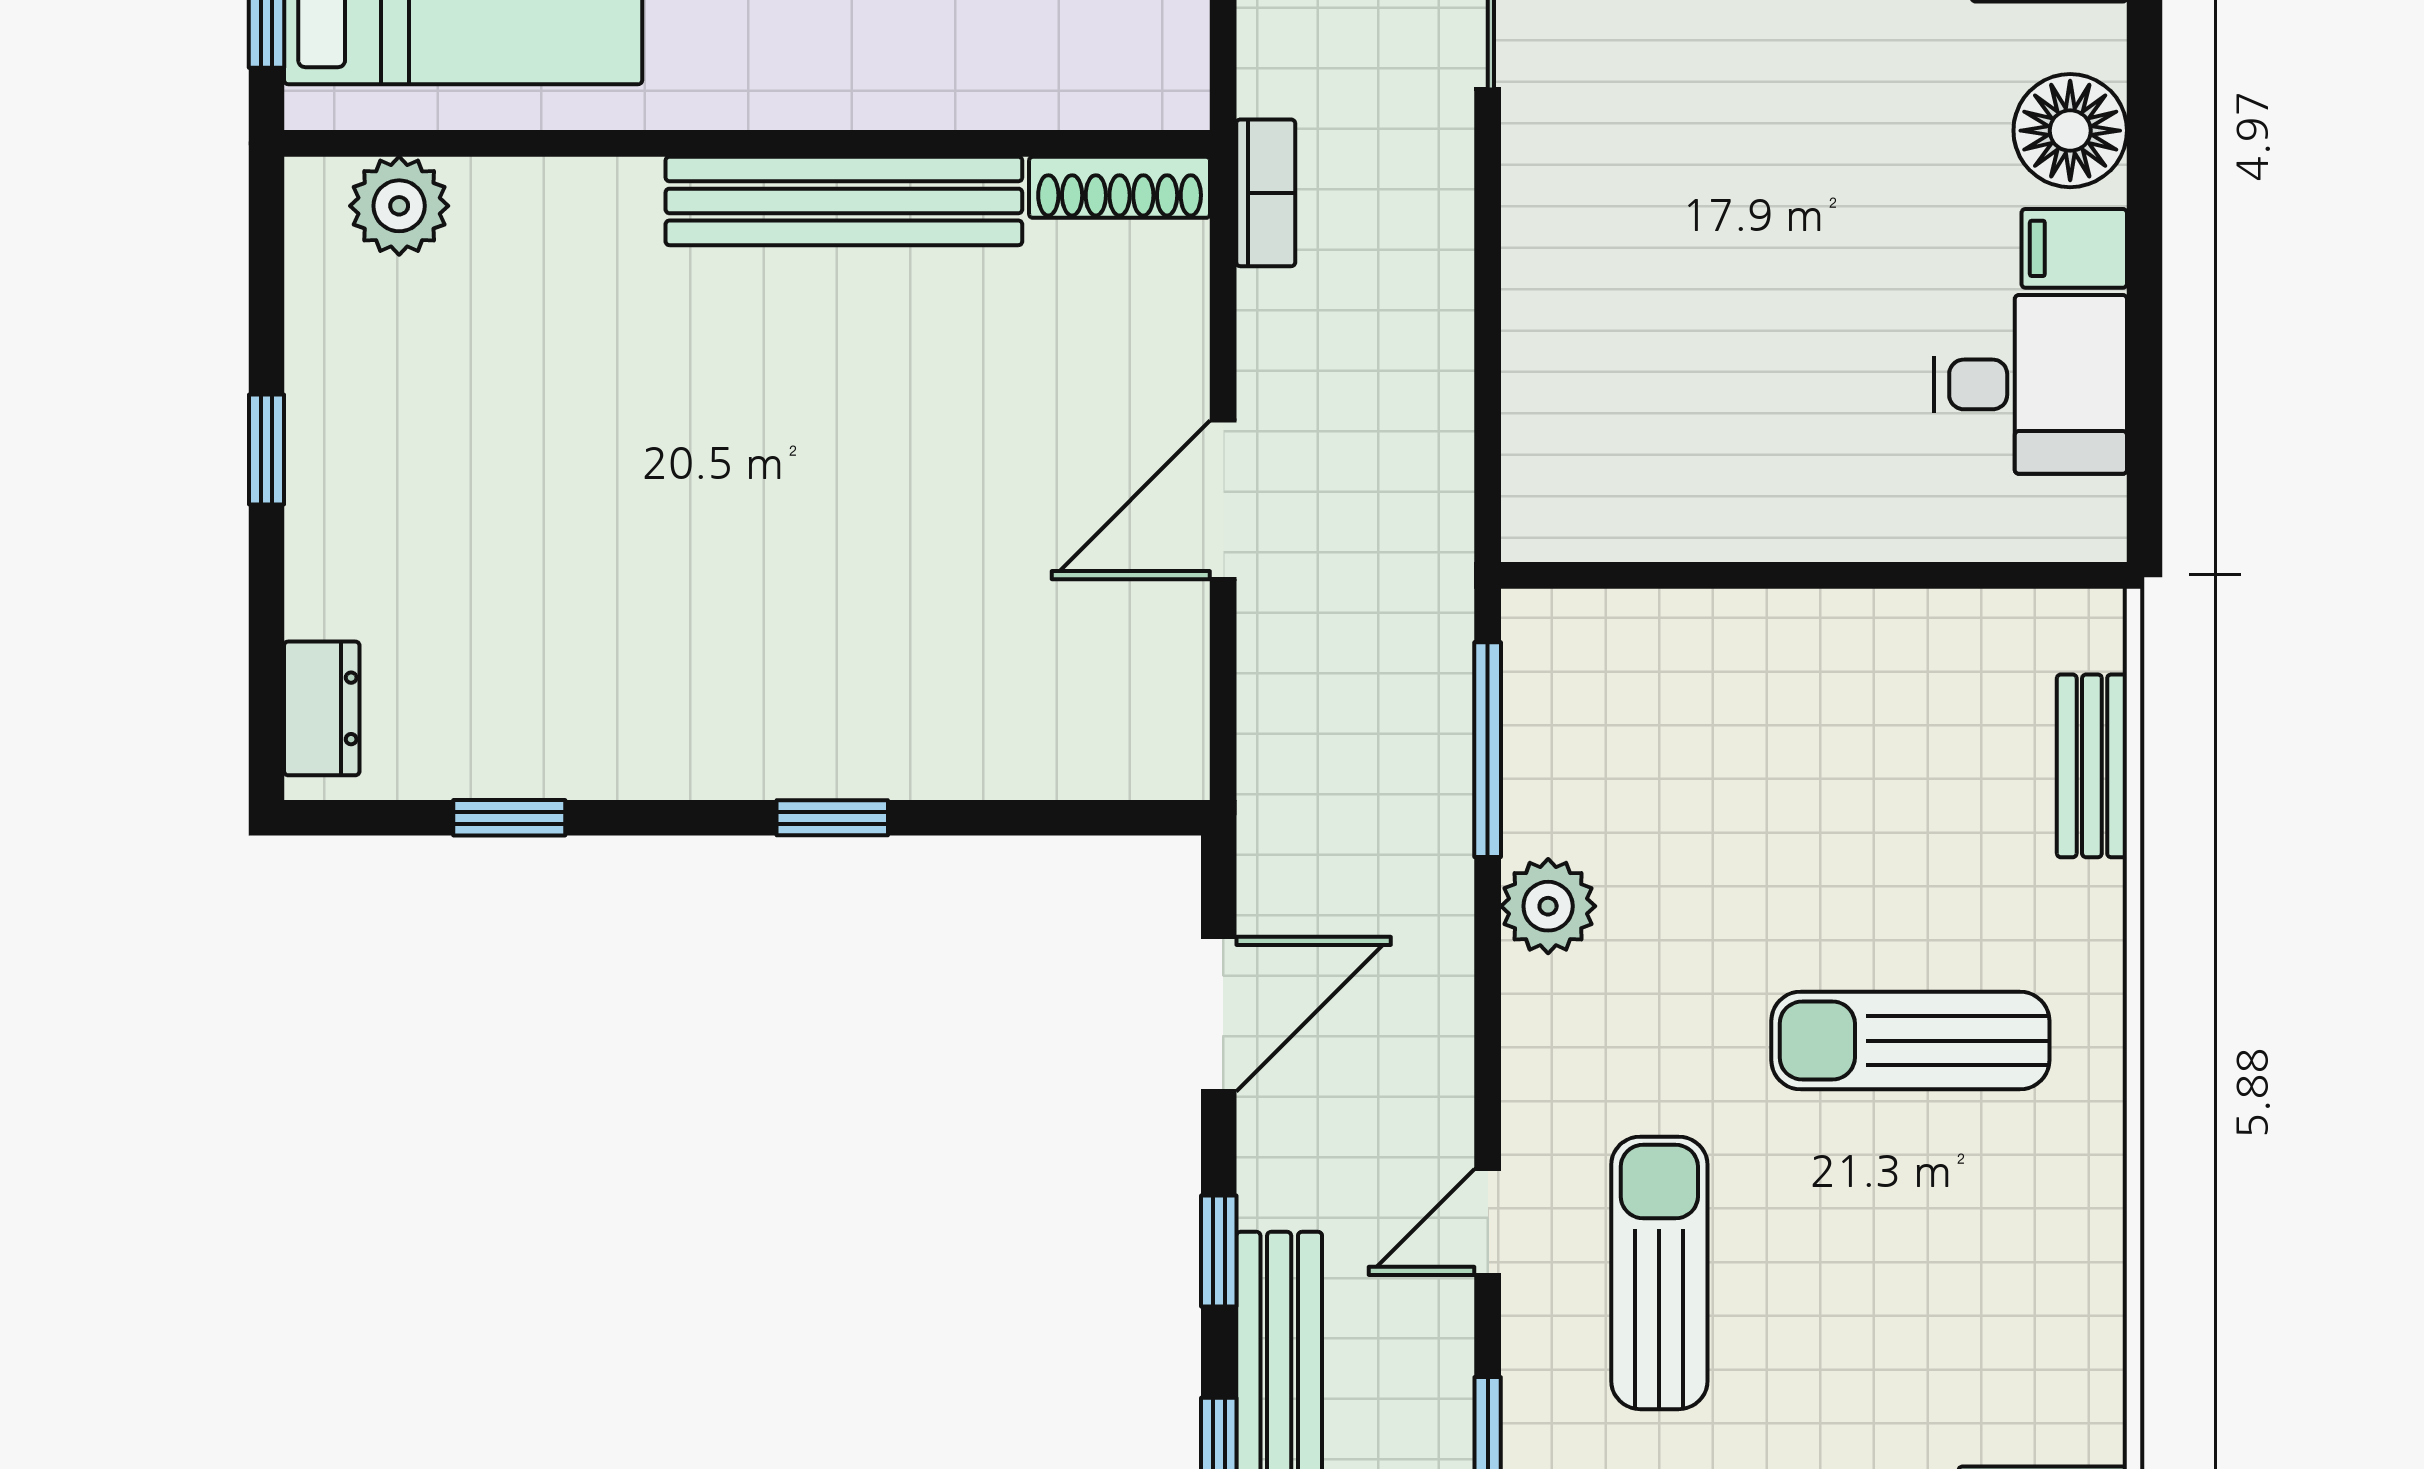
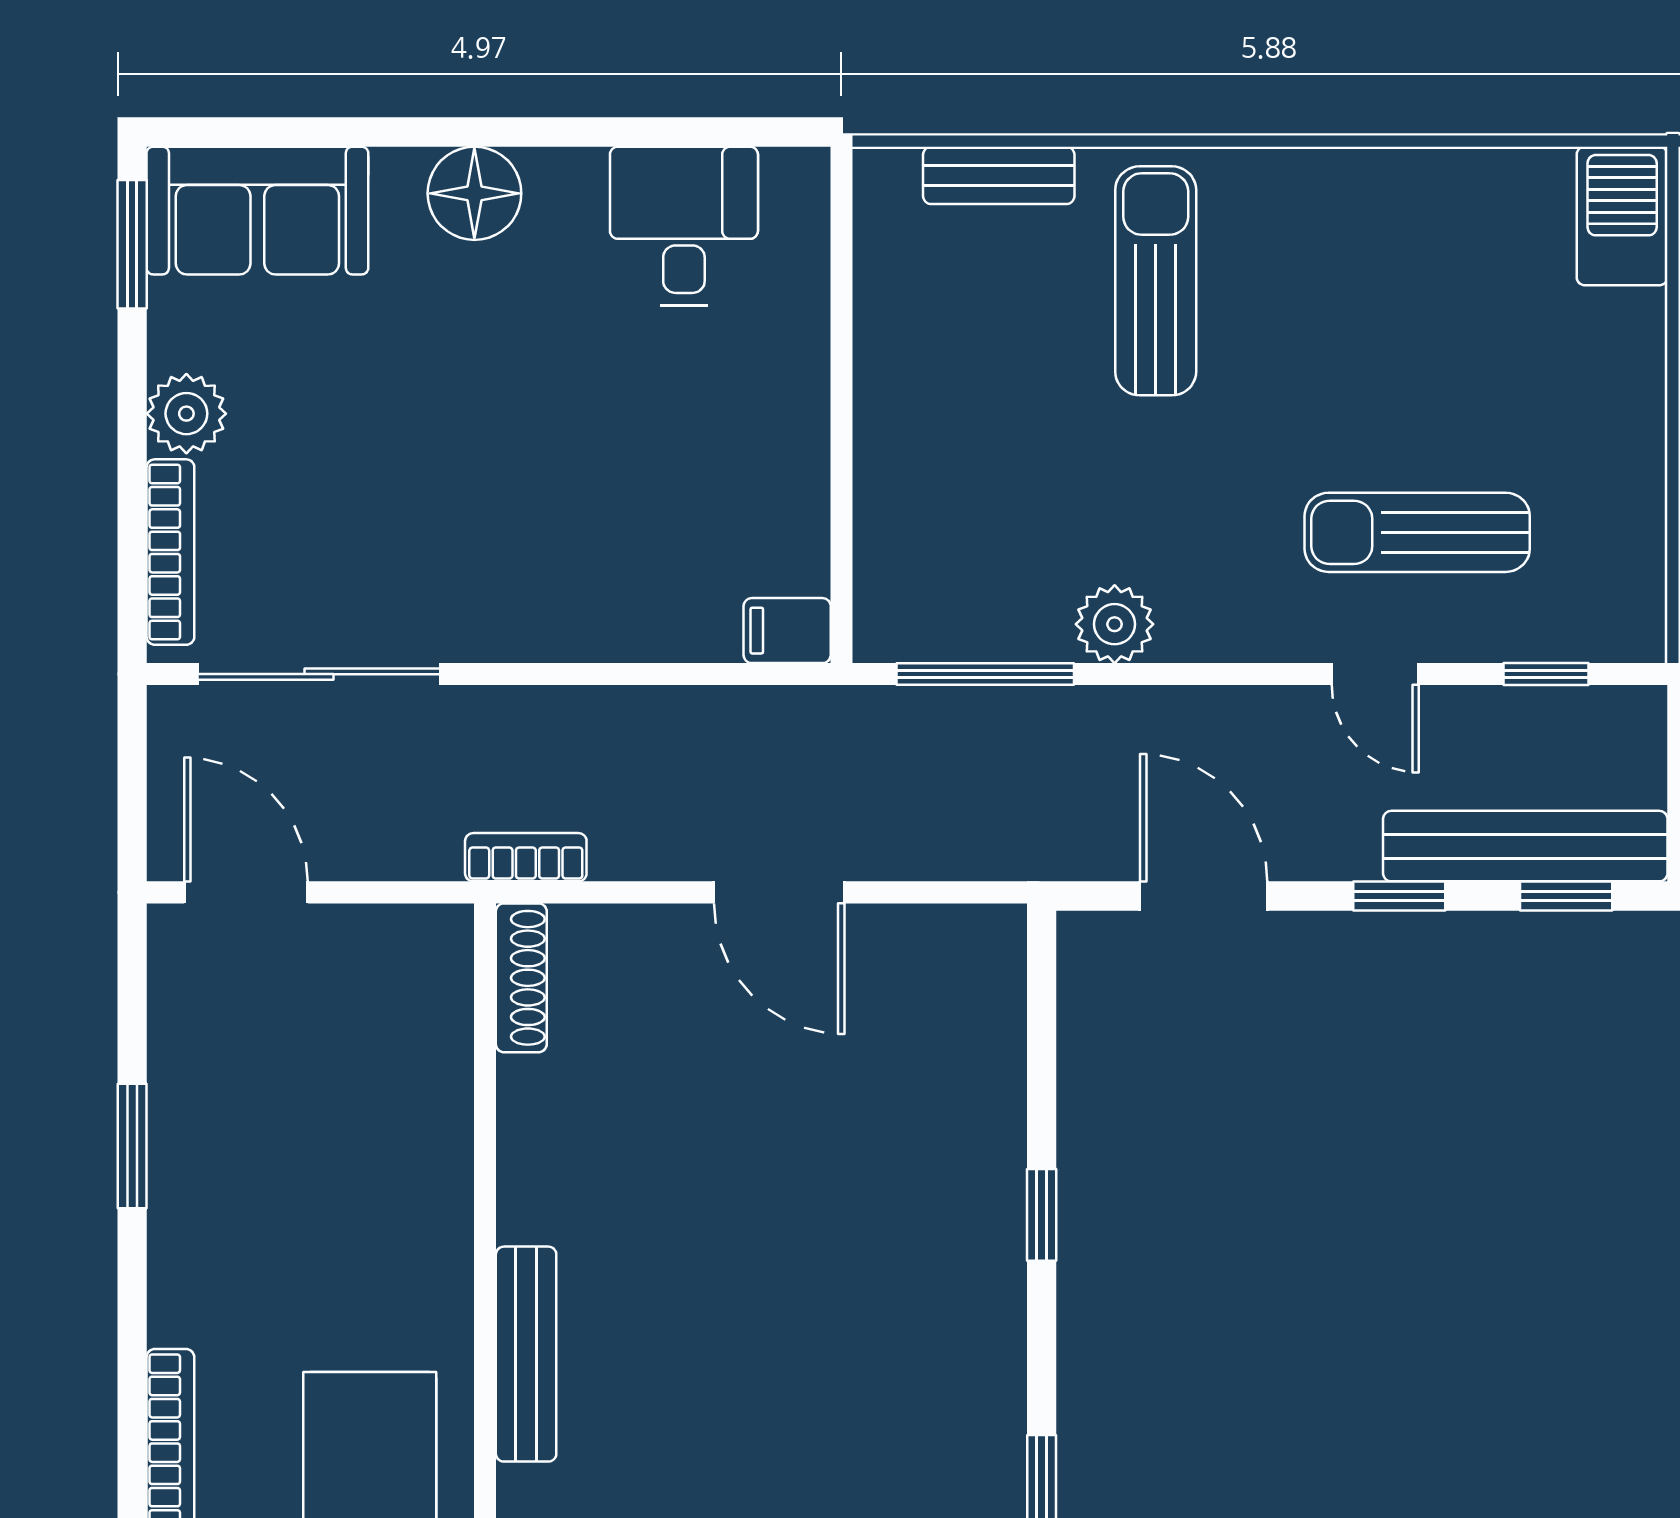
bench: (844, 201) -> (526, 1354), moved, width x0.73, depth x0.82
filing cabinet: (2074, 248) -> (787, 631), moved, turned 90
sun lounger: (1910, 1041) -> (1156, 281), moved, turned 180

